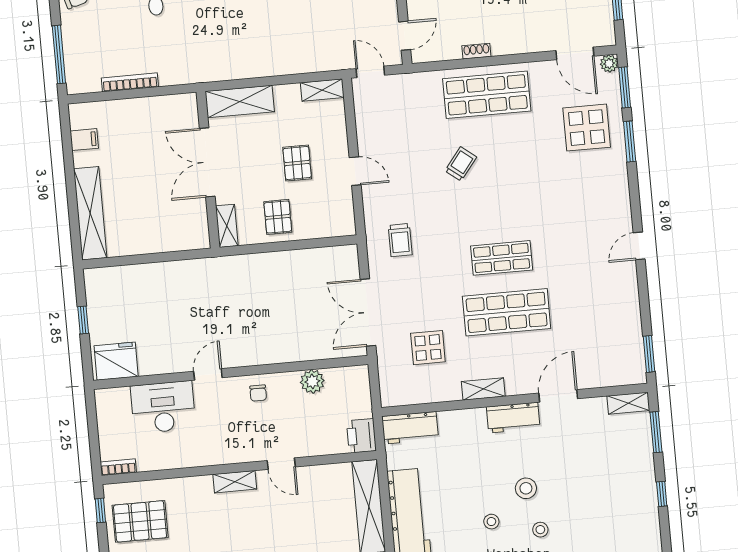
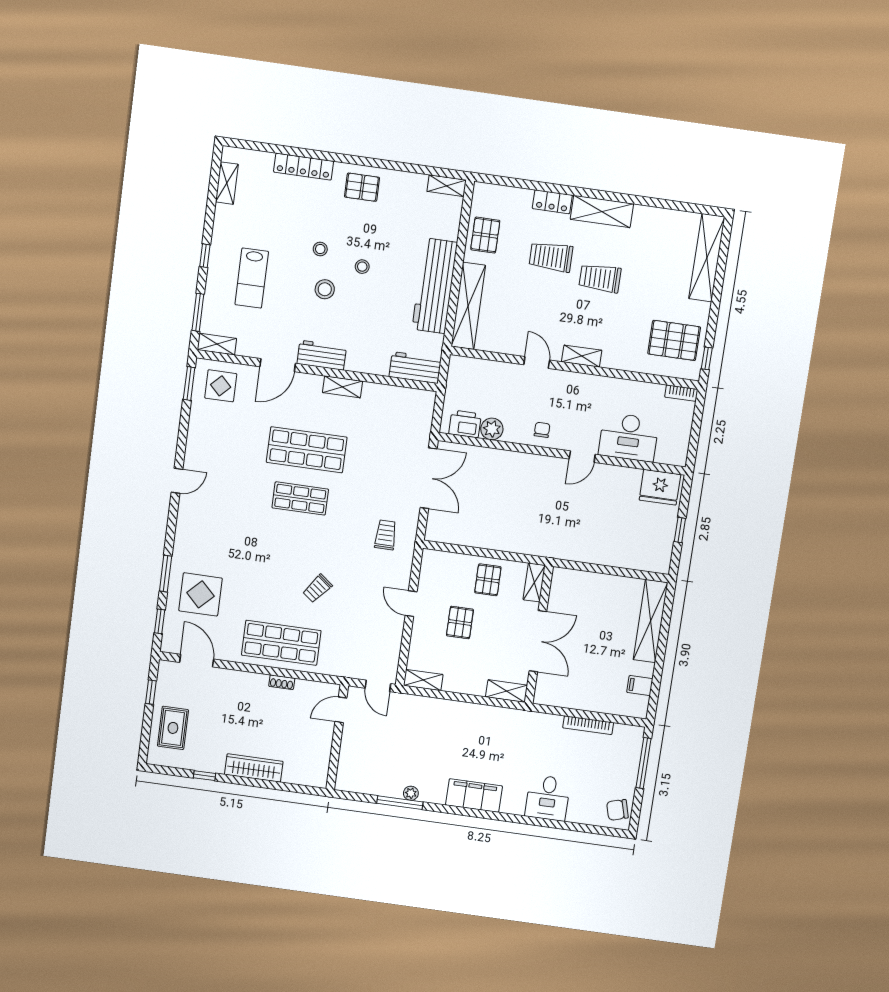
plant: (609, 63) -> (169, 645), removed
window: (625, 87) -> (160, 621), width x0.67
shelving: (240, 102) -> (507, 691), width x0.67, depth x0.75
display table: (428, 348) -> (221, 386), moved
printer: (361, 436) -> (465, 424), moved, turned -90
lab bench: (606, 482) -> (252, 278), added

